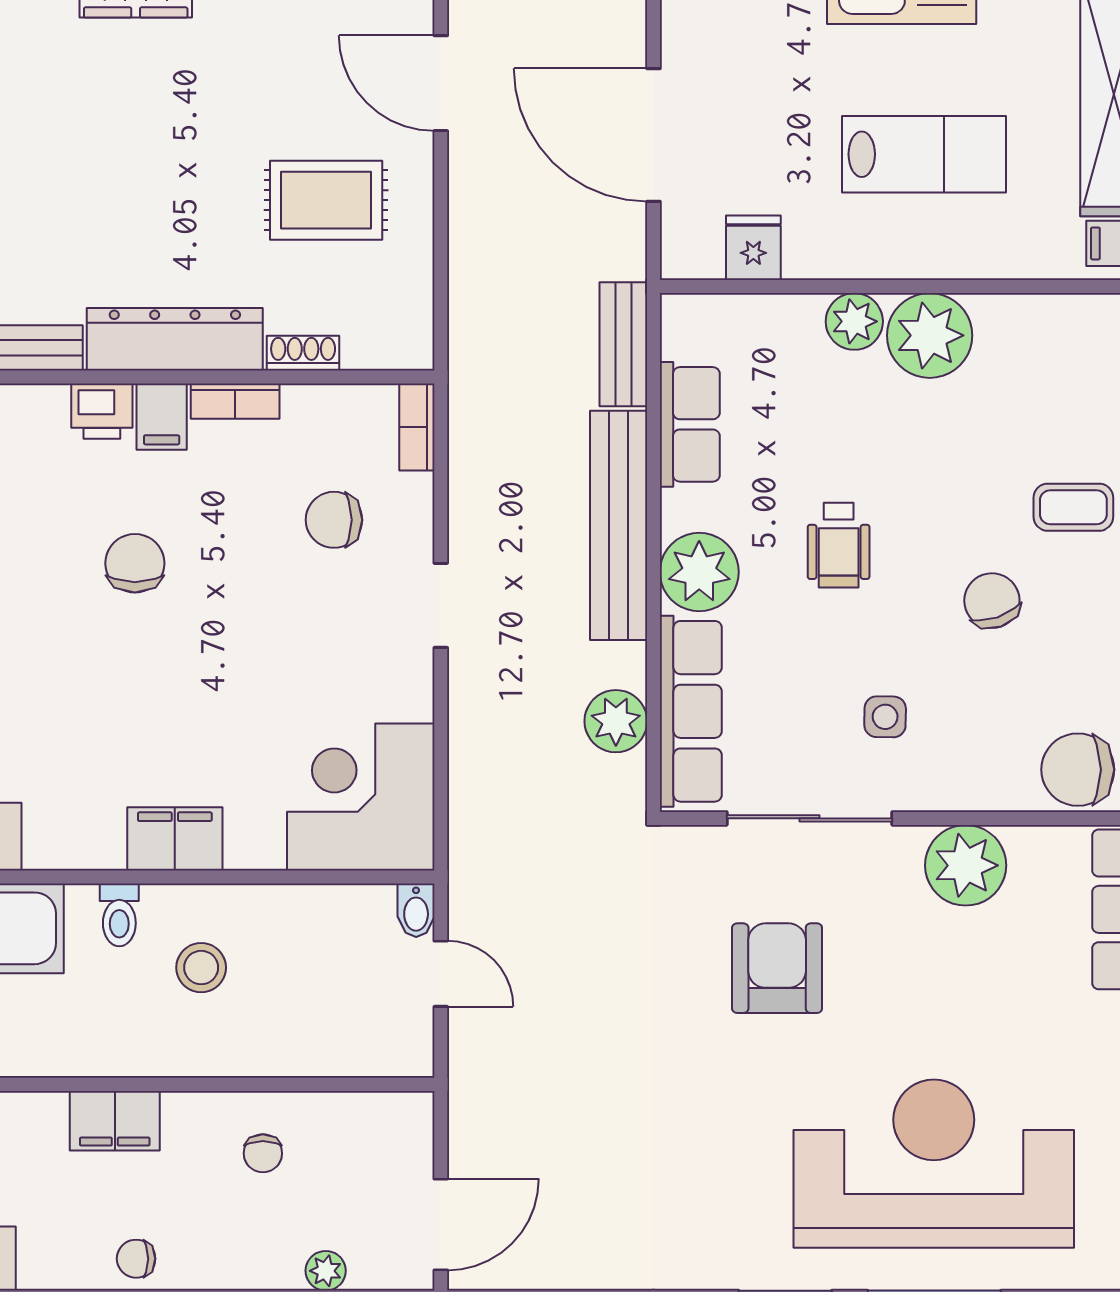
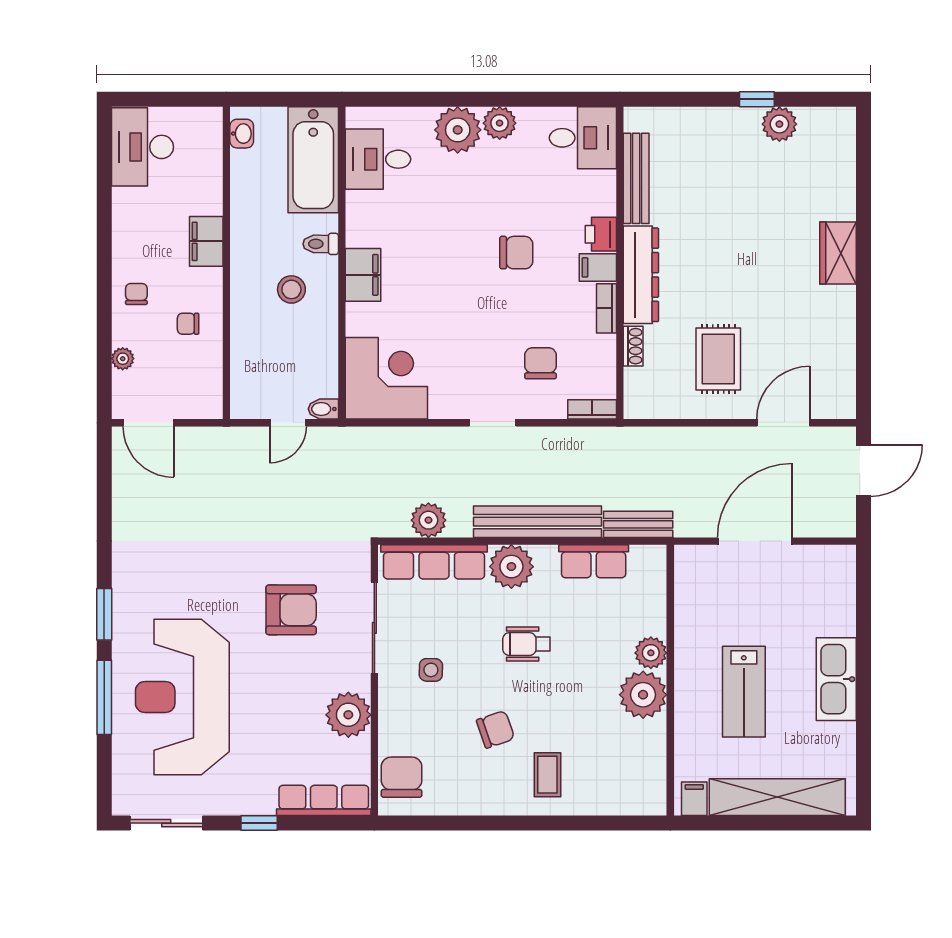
fridge: (753, 248) -> (692, 597), removed
reception desk: (934, 1164) -> (182, 697), turned 180
chair: (136, 1259) -> (136, 294), moved

